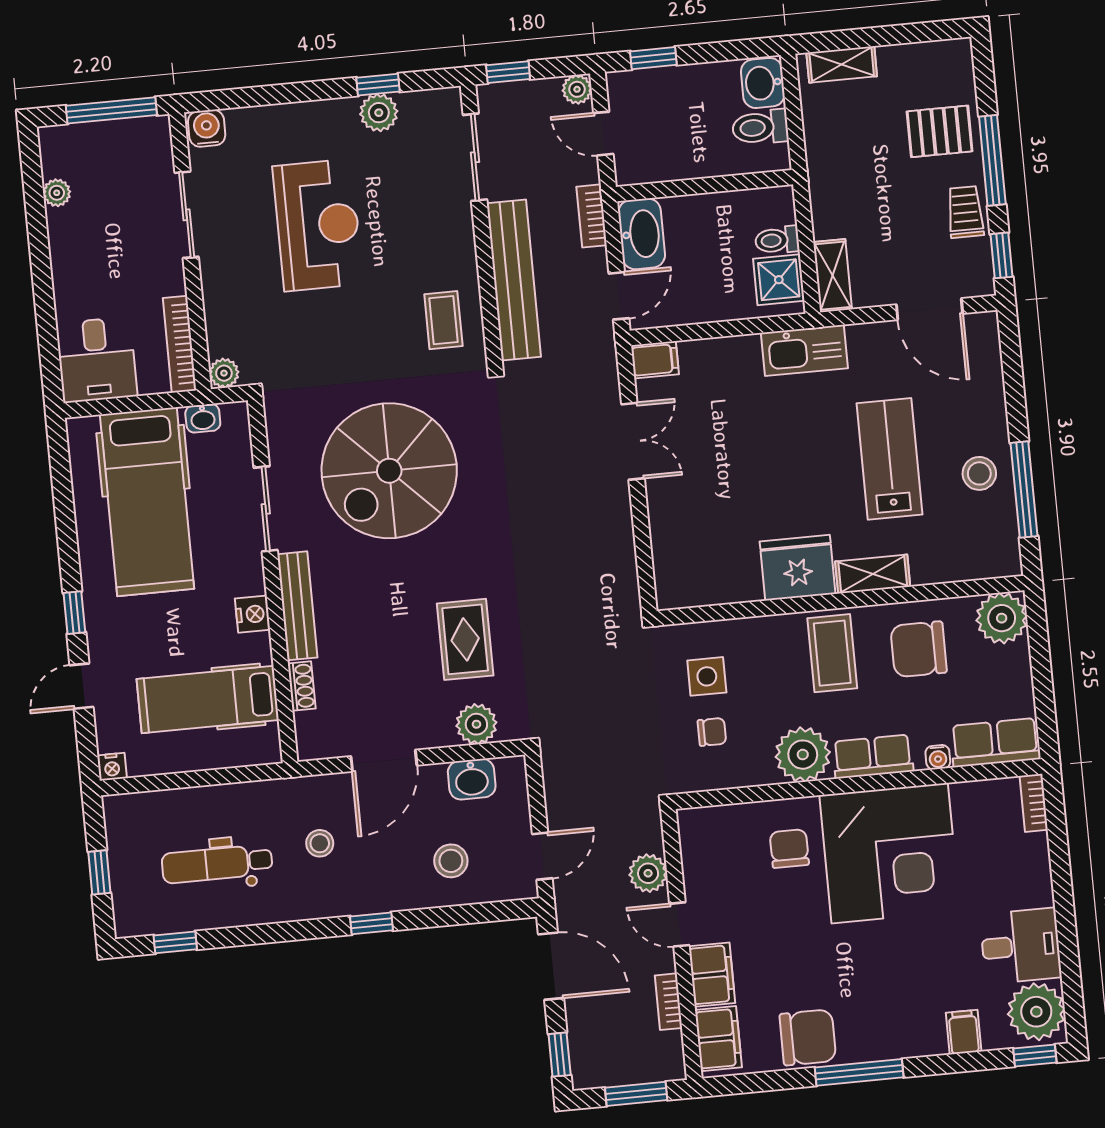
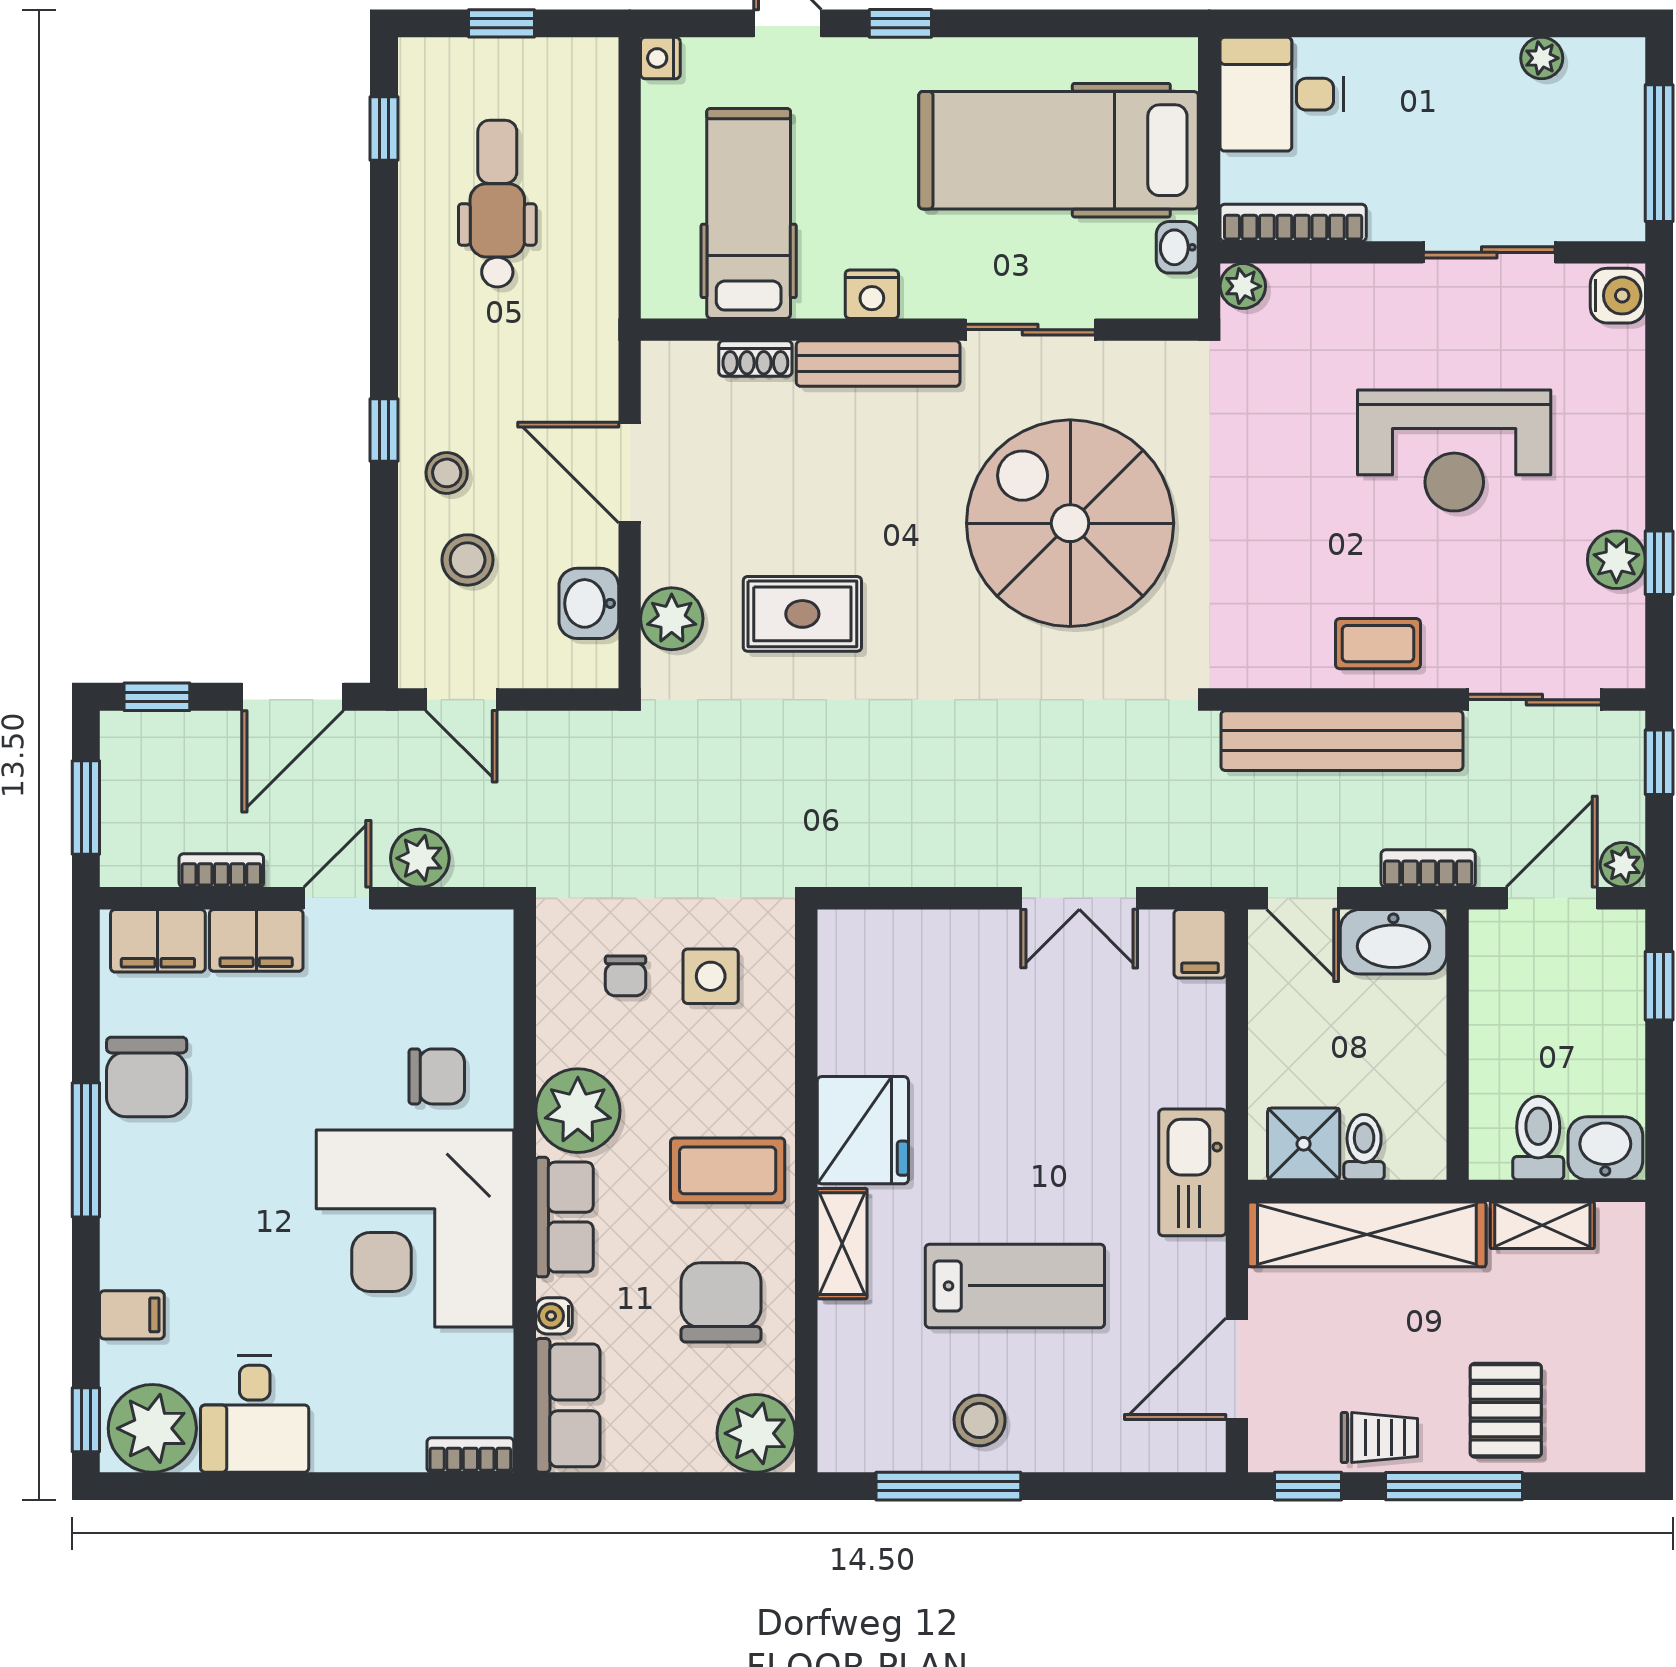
shelving: (842, 64) -> (1542, 1225), moved, turned 90
door: (603, 134) -> (1552, 898), width x1.38
shelving: (833, 276) -> (1367, 1234), width x2.20, depth x1.33
coffee table: (443, 320) -> (1378, 644), moved
stool: (320, 843) -> (447, 473), moved

